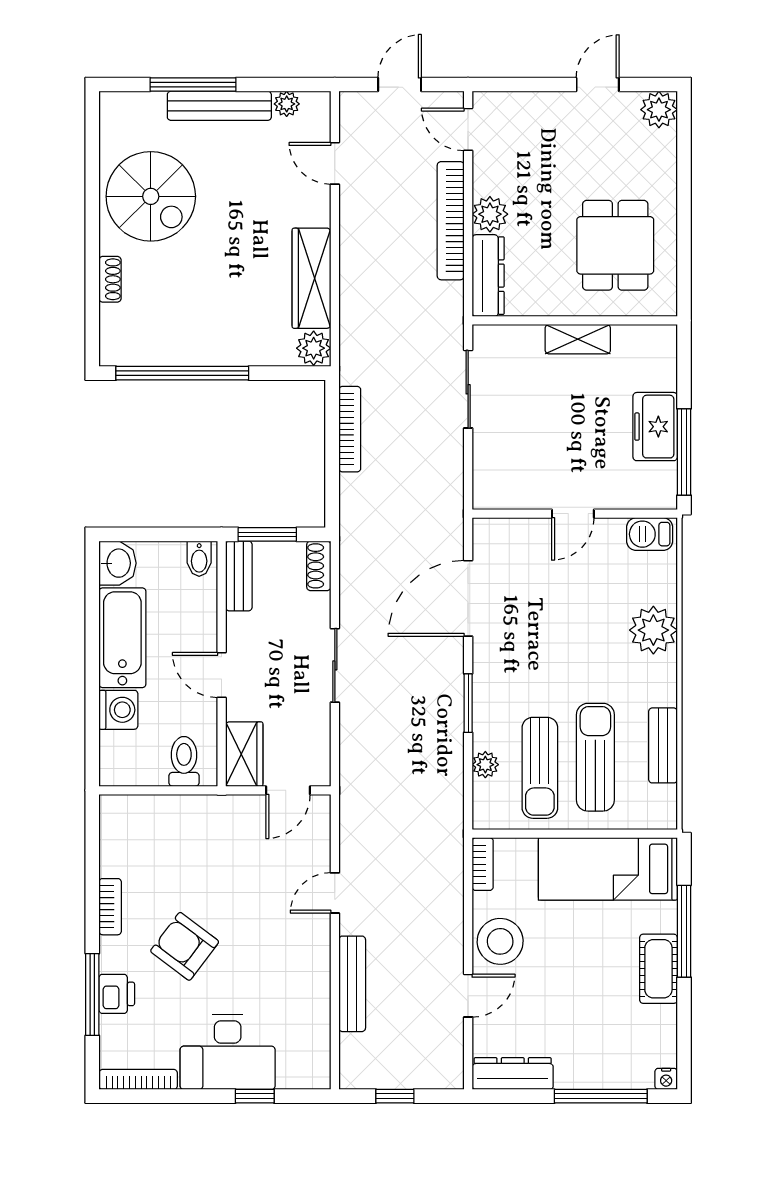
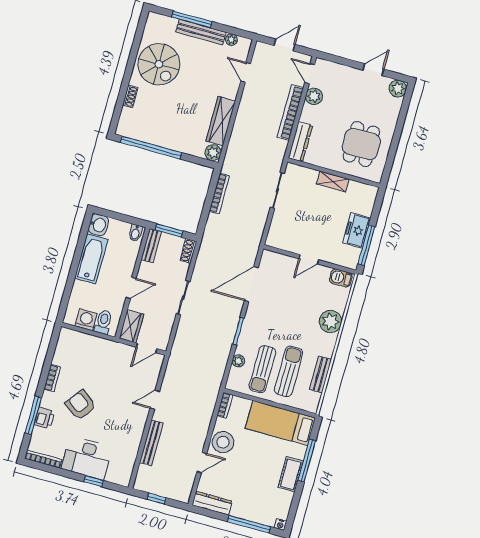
plant: (490, 214) -> (314, 96), moved
door: (222, 675) -> (131, 288), swing flipped
washing machine: (118, 710) -> (86, 320), moved, turned -90

